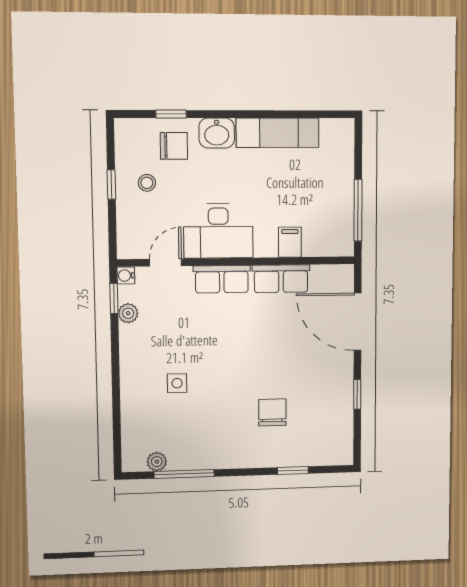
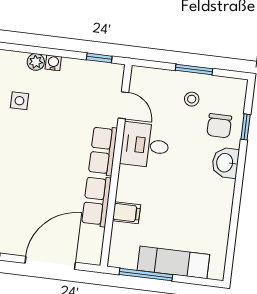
exam couch: (278, 133) -> (173, 262), moved, turned 90
window: (111, 185) -> (194, 70), width x1.50
desk: (218, 231) -> (145, 145), width x0.73
water cooler: (126, 276) -> (53, 63), moved
plant: (128, 313) -> (36, 62), moved

